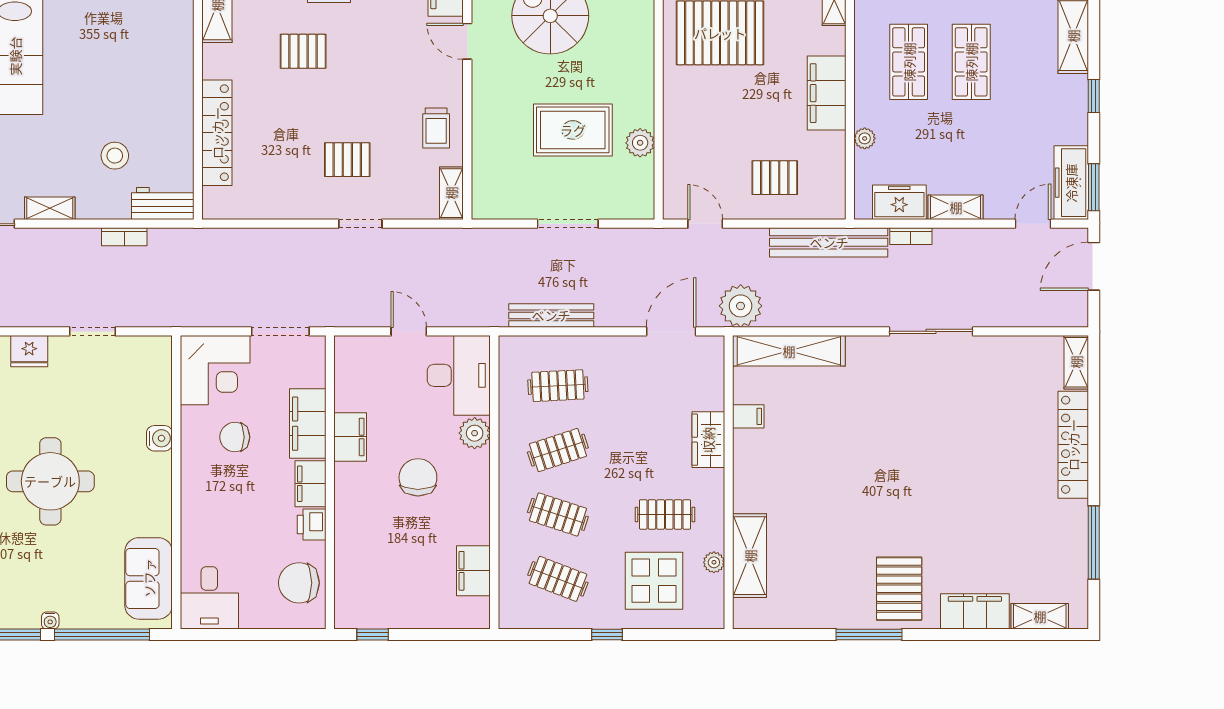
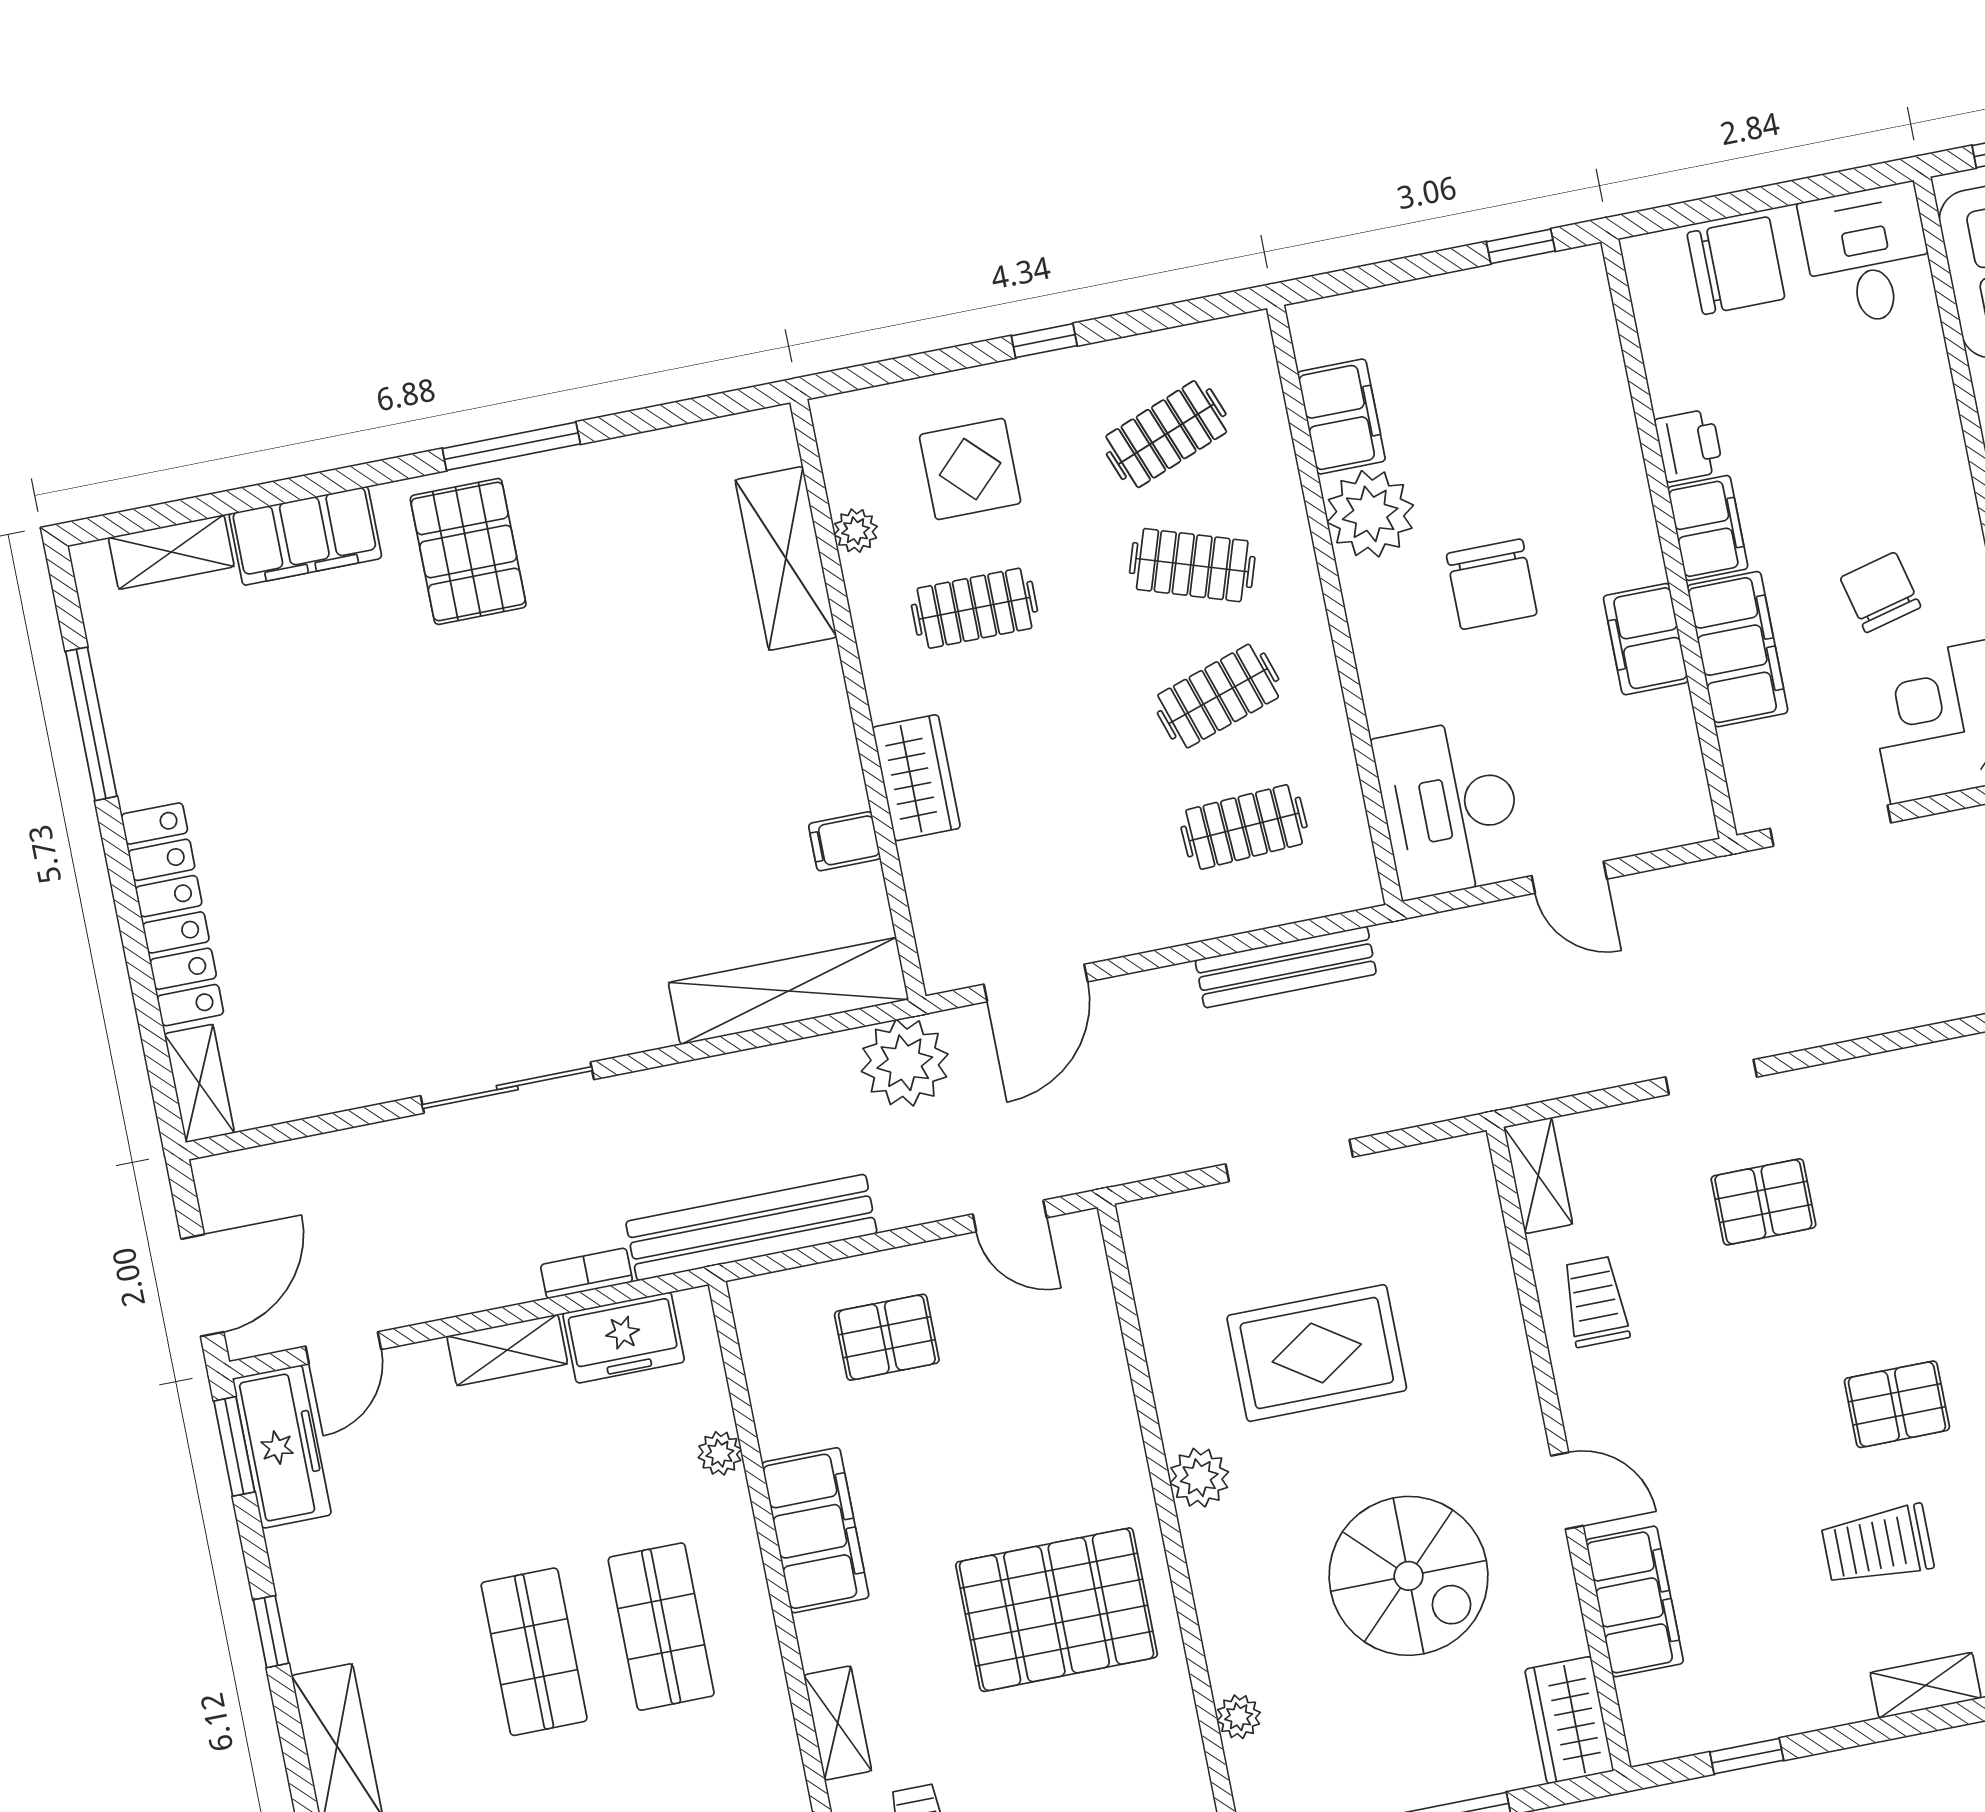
plant: (640, 143) -> (1199, 1478), moved
plant: (475, 433) -> (1370, 514), moved, width x1.36, depth x1.36
chair: (235, 437) -> (1880, 592), turned -104
clothes rail: (558, 579) -> (1166, 434), turned -42
display table: (654, 581) -> (970, 469), width x0.73, depth x0.73
chair: (299, 583) -> (1736, 266), moved

